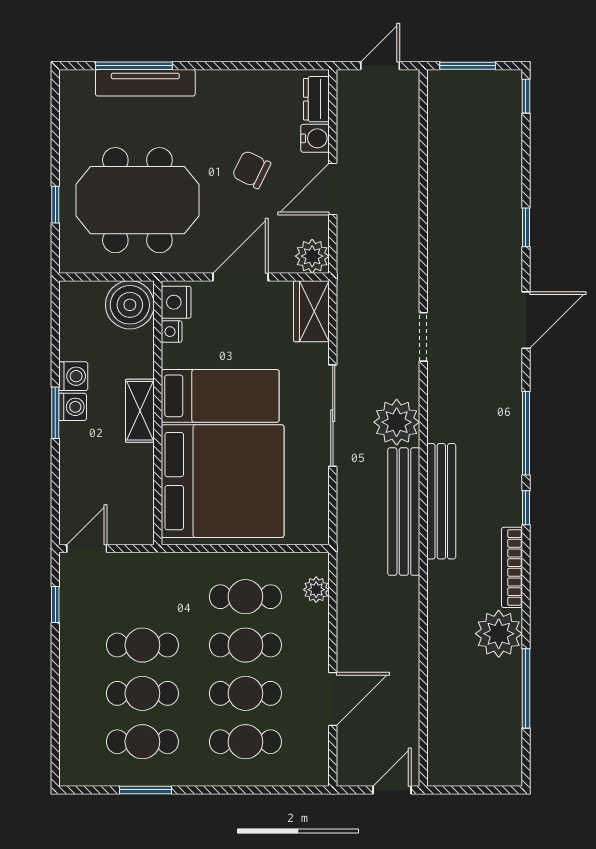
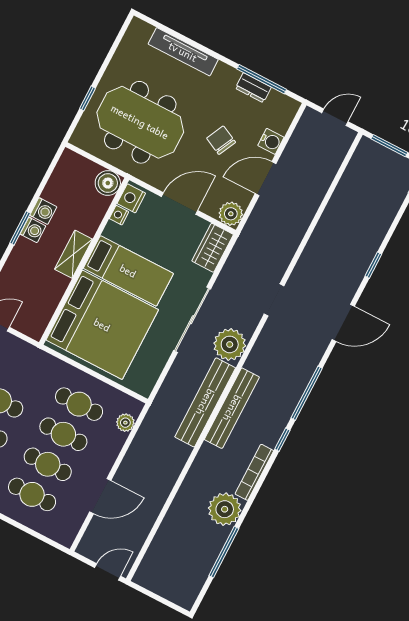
window: (134, 66) -> (262, 79), moved
dresser: (316, 99) -> (253, 88), moved, turned -90
boiler: (130, 305) -> (108, 183), width x0.73, depth x0.73

